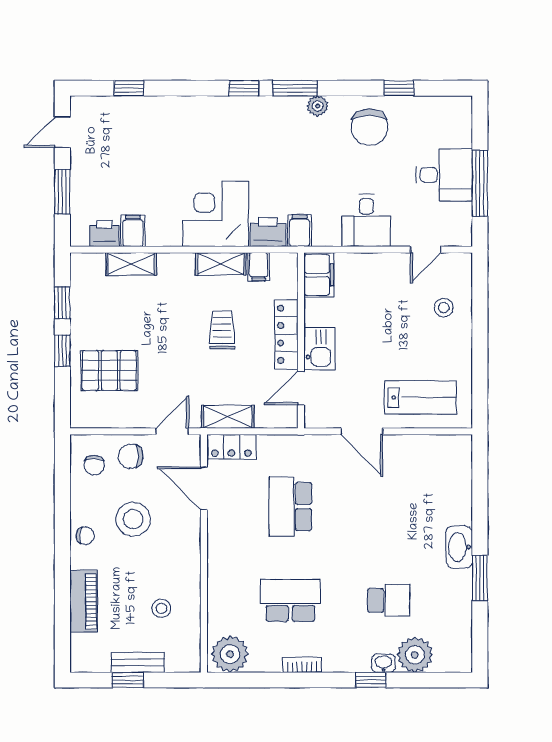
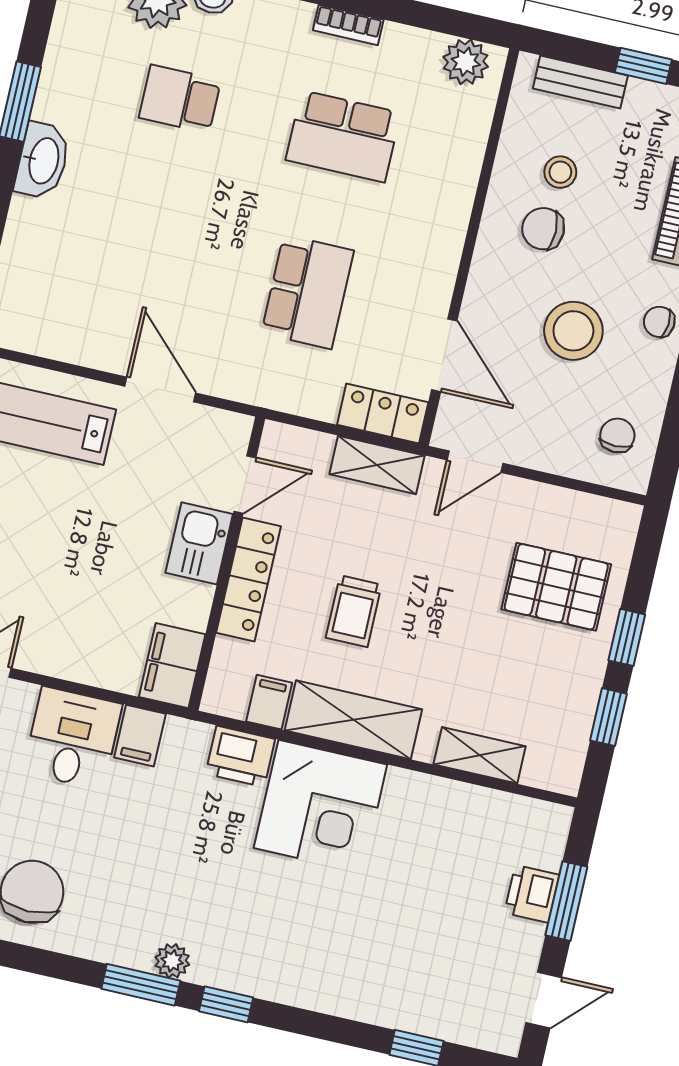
plant: (318, 106) -> (172, 961), moved
filing cabinet: (133, 231) -> (464, 809), removed
filing cabinet: (300, 231) -> (140, 736), moved
printer: (105, 233) -> (532, 894), moved, turned 90
shelving: (221, 264) -> (353, 720), width x1.50, depth x1.33
chair: (131, 456) -> (543, 229), moved, turned 180
plant: (230, 654) -> (466, 62), width x0.73, depth x0.73
bench: (138, 663) -> (580, 82), moved

